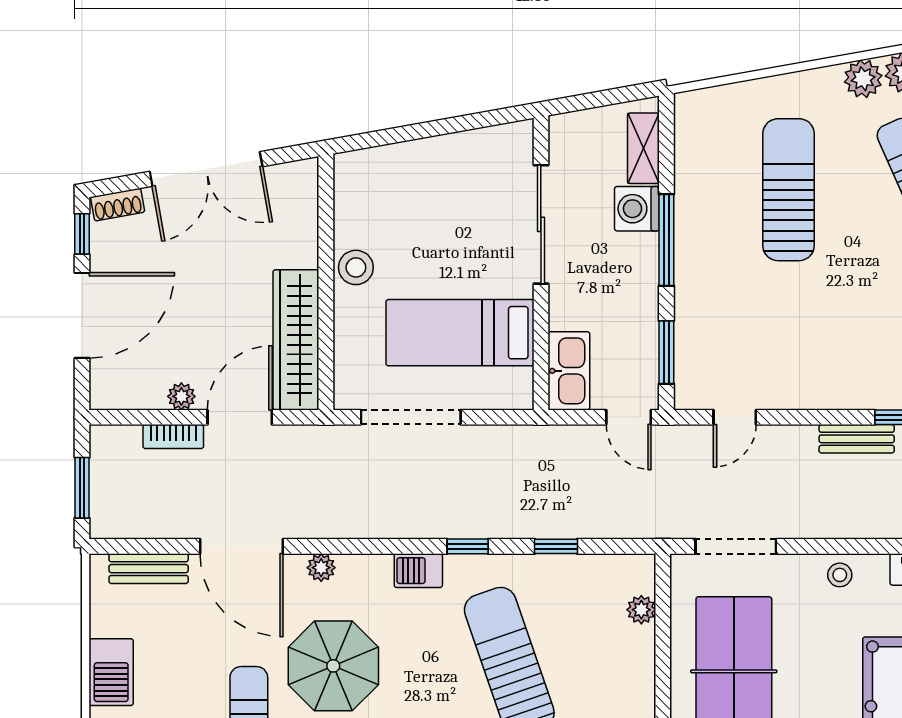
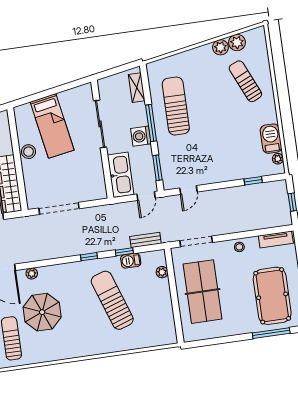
sun lounger: (789, 190) -> (176, 106), moved
washing machine: (637, 209) -> (141, 136), moved
bed: (460, 333) -> (52, 126), moved, turned -100
kitchen sink: (569, 371) -> (121, 175), width x1.36, depth x1.24
door: (629, 417) -> (146, 196), hinge flipped
bench: (857, 439) -> (145, 240), moved
barbecue: (418, 571) -> (131, 261), moved

